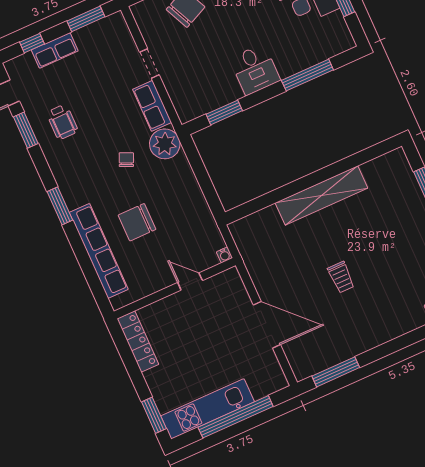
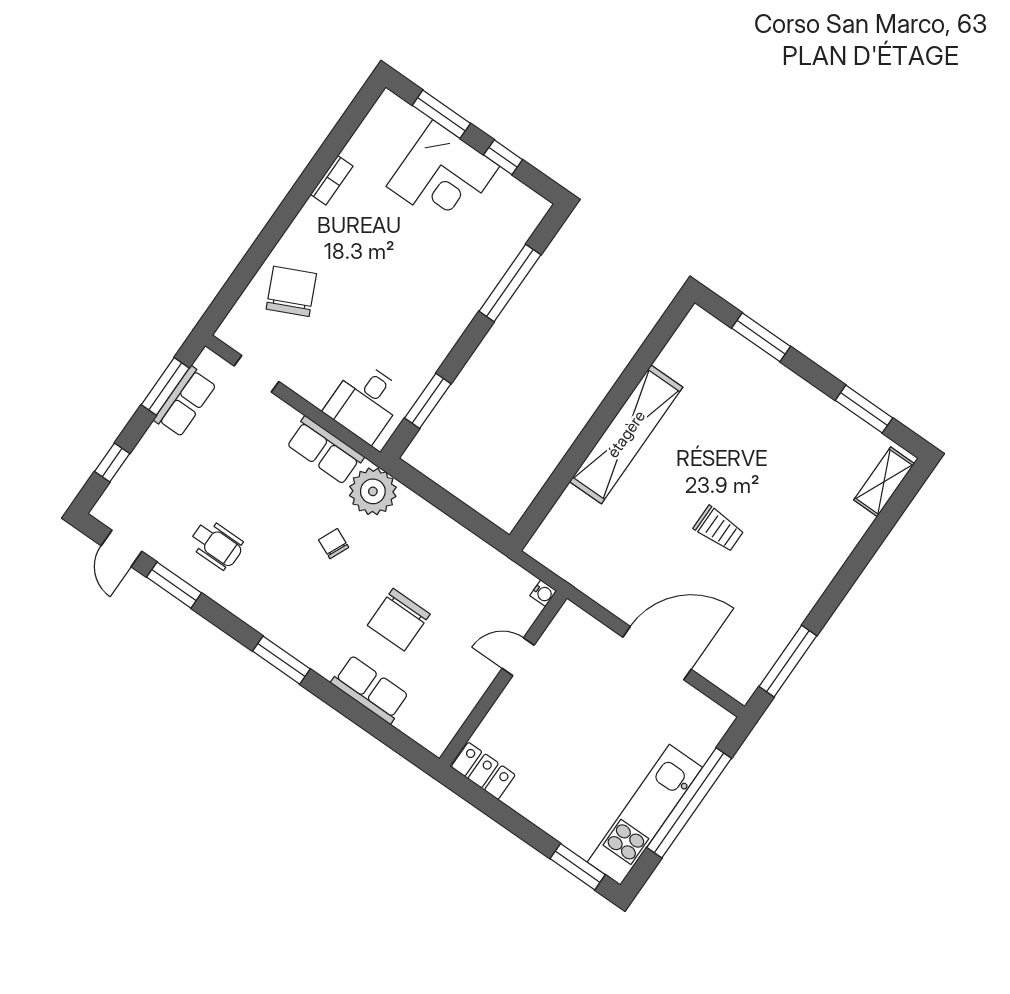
row of seats: (55, 50) -> (185, 402), moved
doorway: (149, 64) -> (256, 374), moved
desk: (255, 69) -> (365, 402), moved, turned 90
row of seats: (99, 251) -> (370, 689), width x0.50
locker: (138, 342) -> (483, 771), width x0.66

